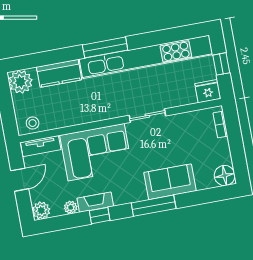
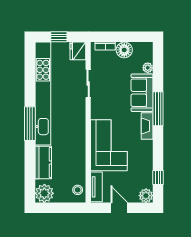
sliding door: (147, 116) -> (88, 84), moved
floor lamp: (225, 175) -> (124, 50), moved
fireplace: (95, 202) -> (147, 126), moved
plant: (71, 207) -> (148, 68), moved
window: (100, 216) -> (158, 177), moved

